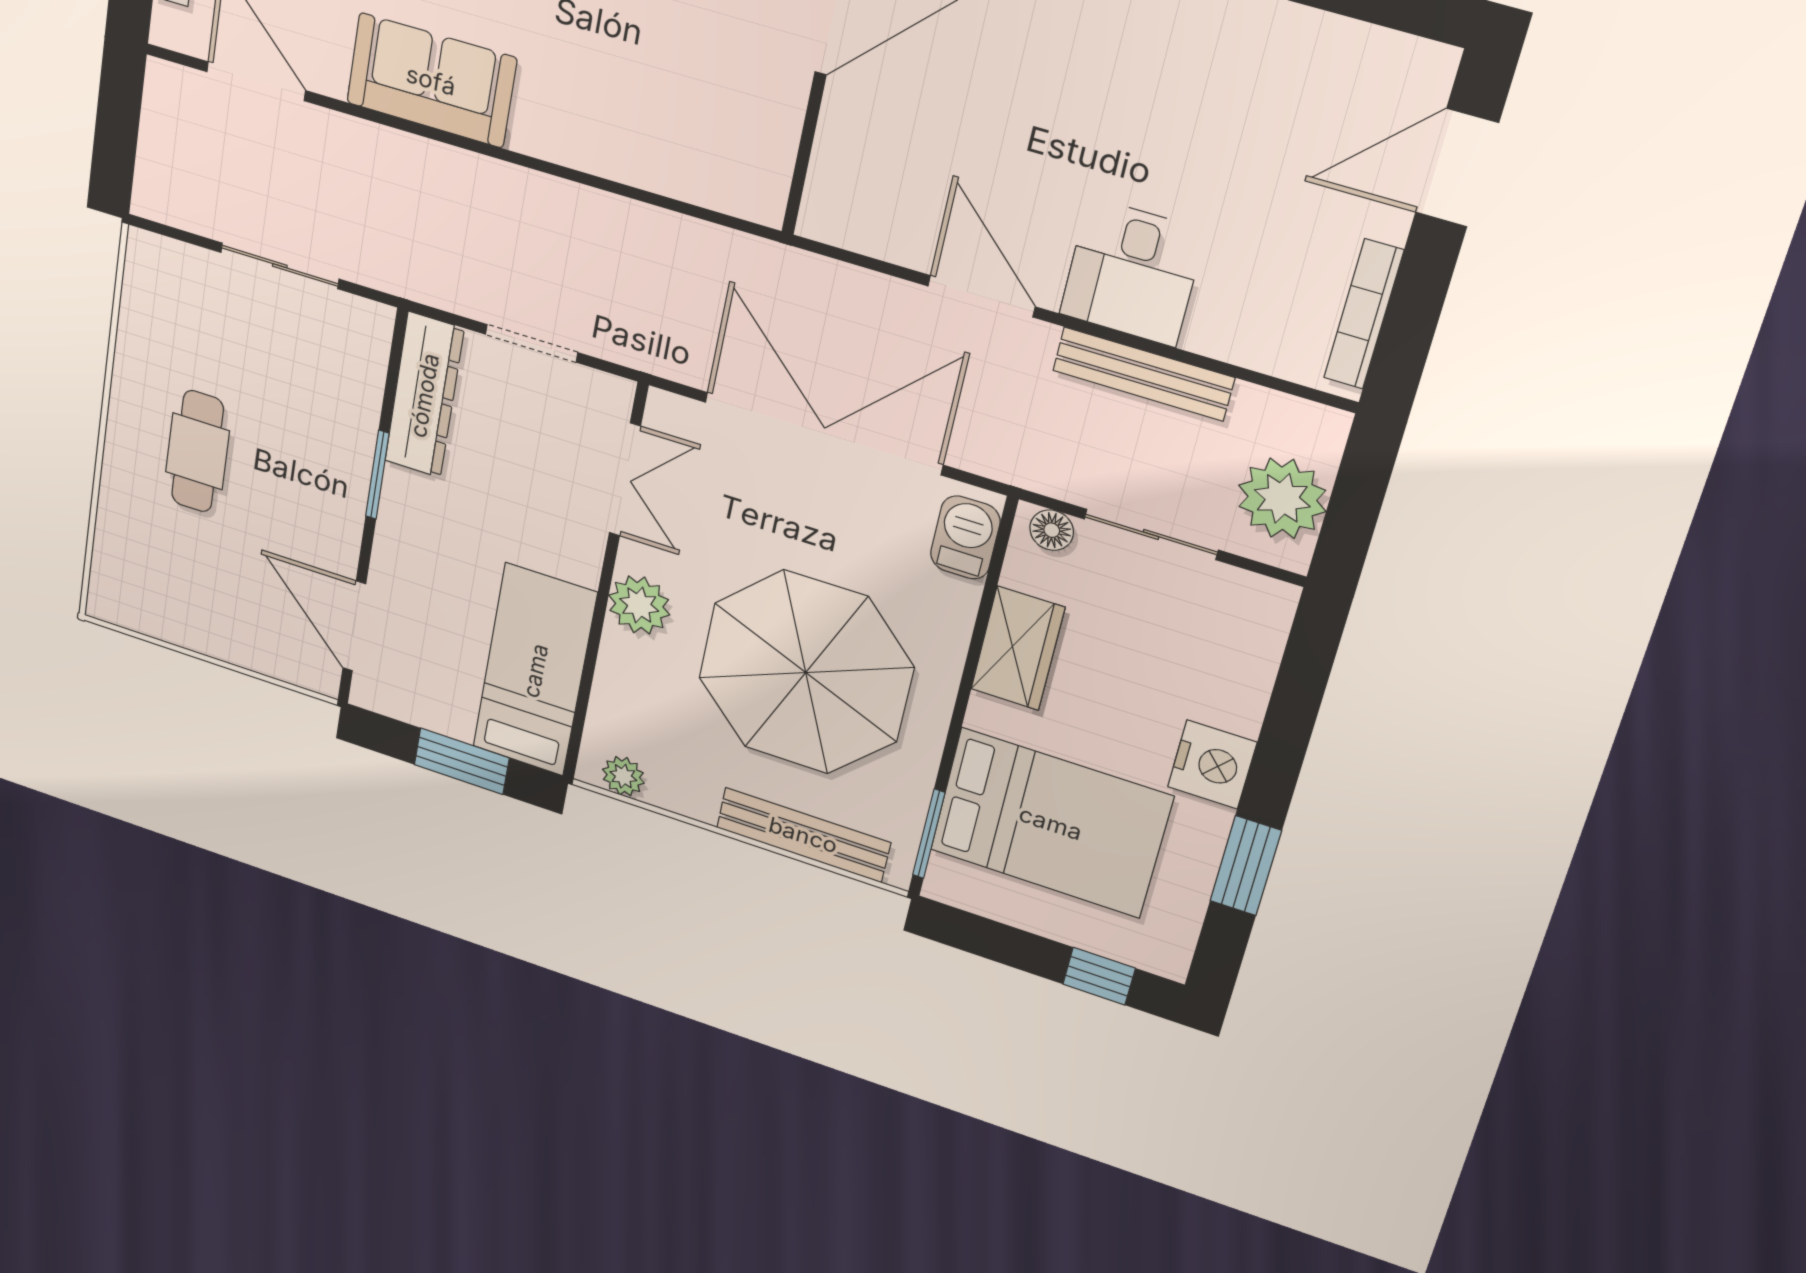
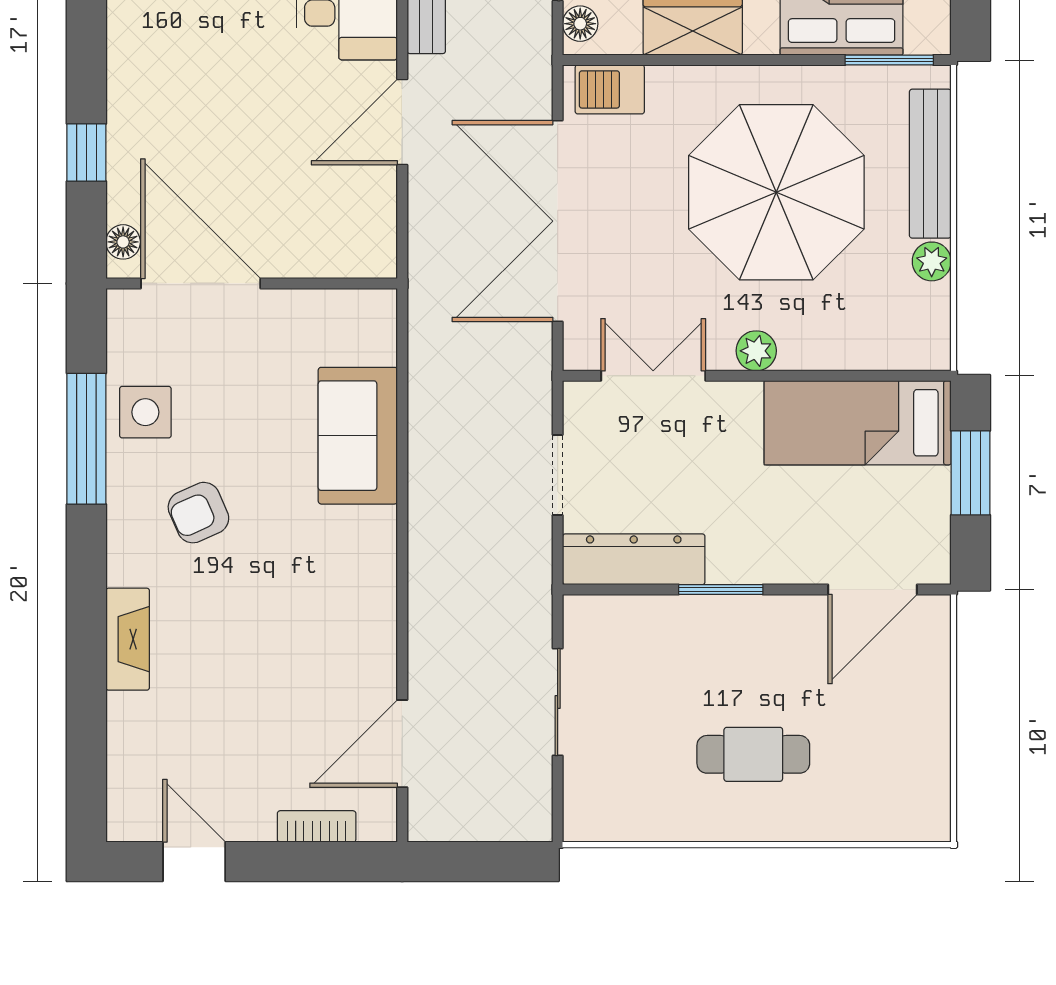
sofa: (431, 80) -> (358, 436), moved
plant: (639, 605) -> (756, 351), width x0.73, depth x0.73
plant: (623, 776) -> (932, 261), moved

